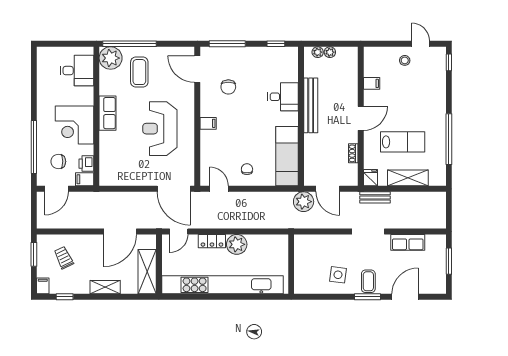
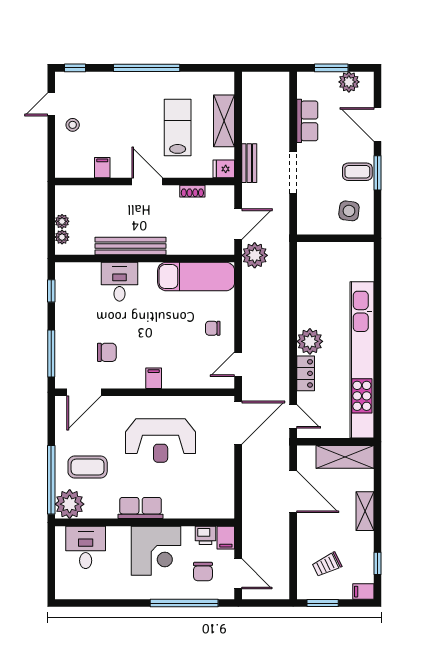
window: (449, 139) -> (147, 68), moved
wall: (291, 264) -> (335, 238), moved
plant: (438, 275) -> (349, 82), added

